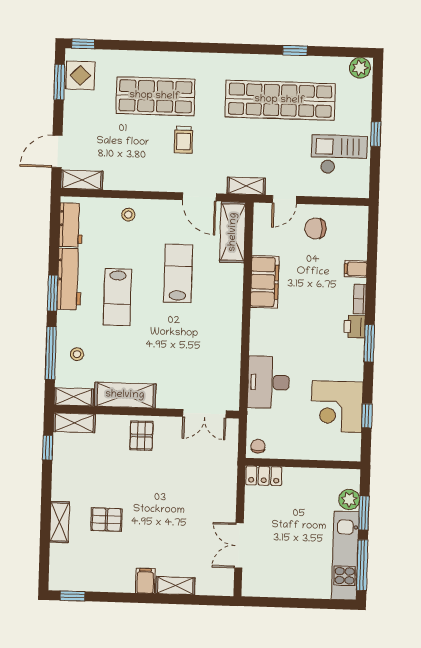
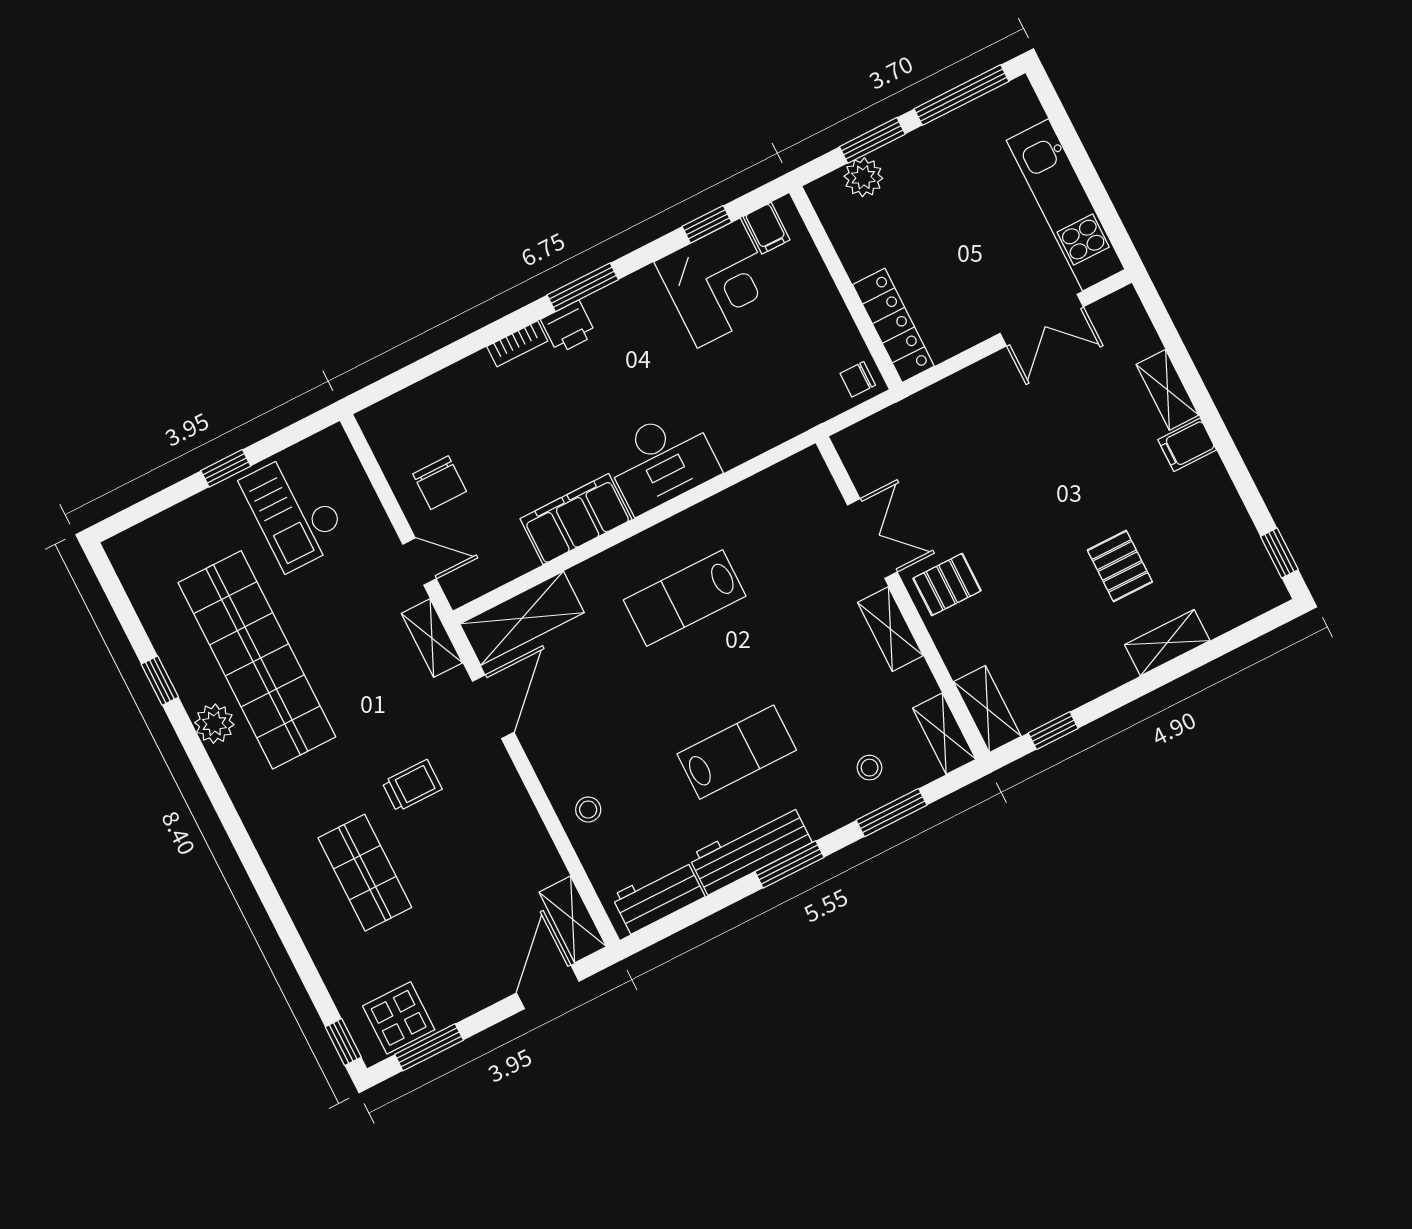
plant: (360, 68) -> (214, 724), moved
shop shelf: (155, 96) -> (365, 873), width x0.70, depth x0.74
door: (57, 151) -> (548, 987), swing flipped
filing cabinet: (356, 269) -> (766, 228), moved
lab bench: (178, 273) -> (685, 598), moved
window: (51, 353) -> (892, 813), width x0.69
desk: (268, 382) -> (661, 461), moved
shelving: (125, 395) -> (890, 629), width x0.67, depth x0.75
double door: (204, 414) -> (872, 538), moved
locker: (264, 476) -> (893, 325), width x1.53
kitchen unit: (345, 555) -> (1066, 205), moved, turned 90

